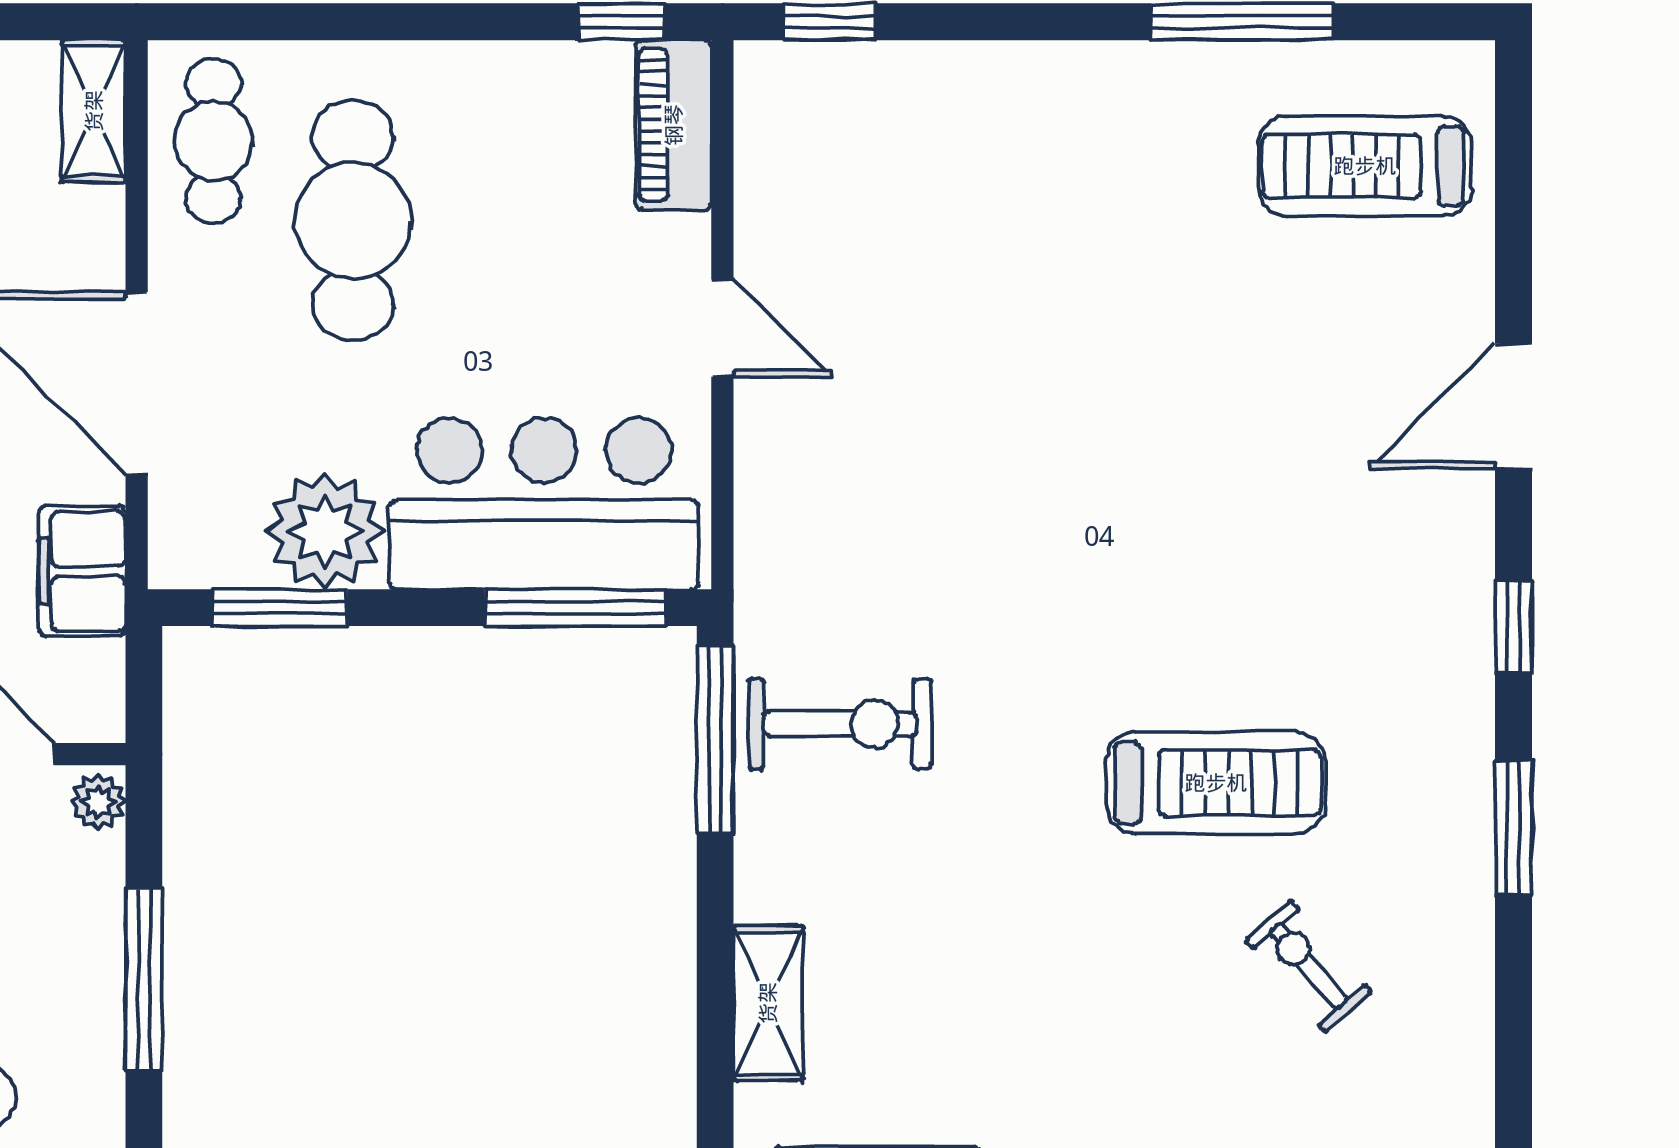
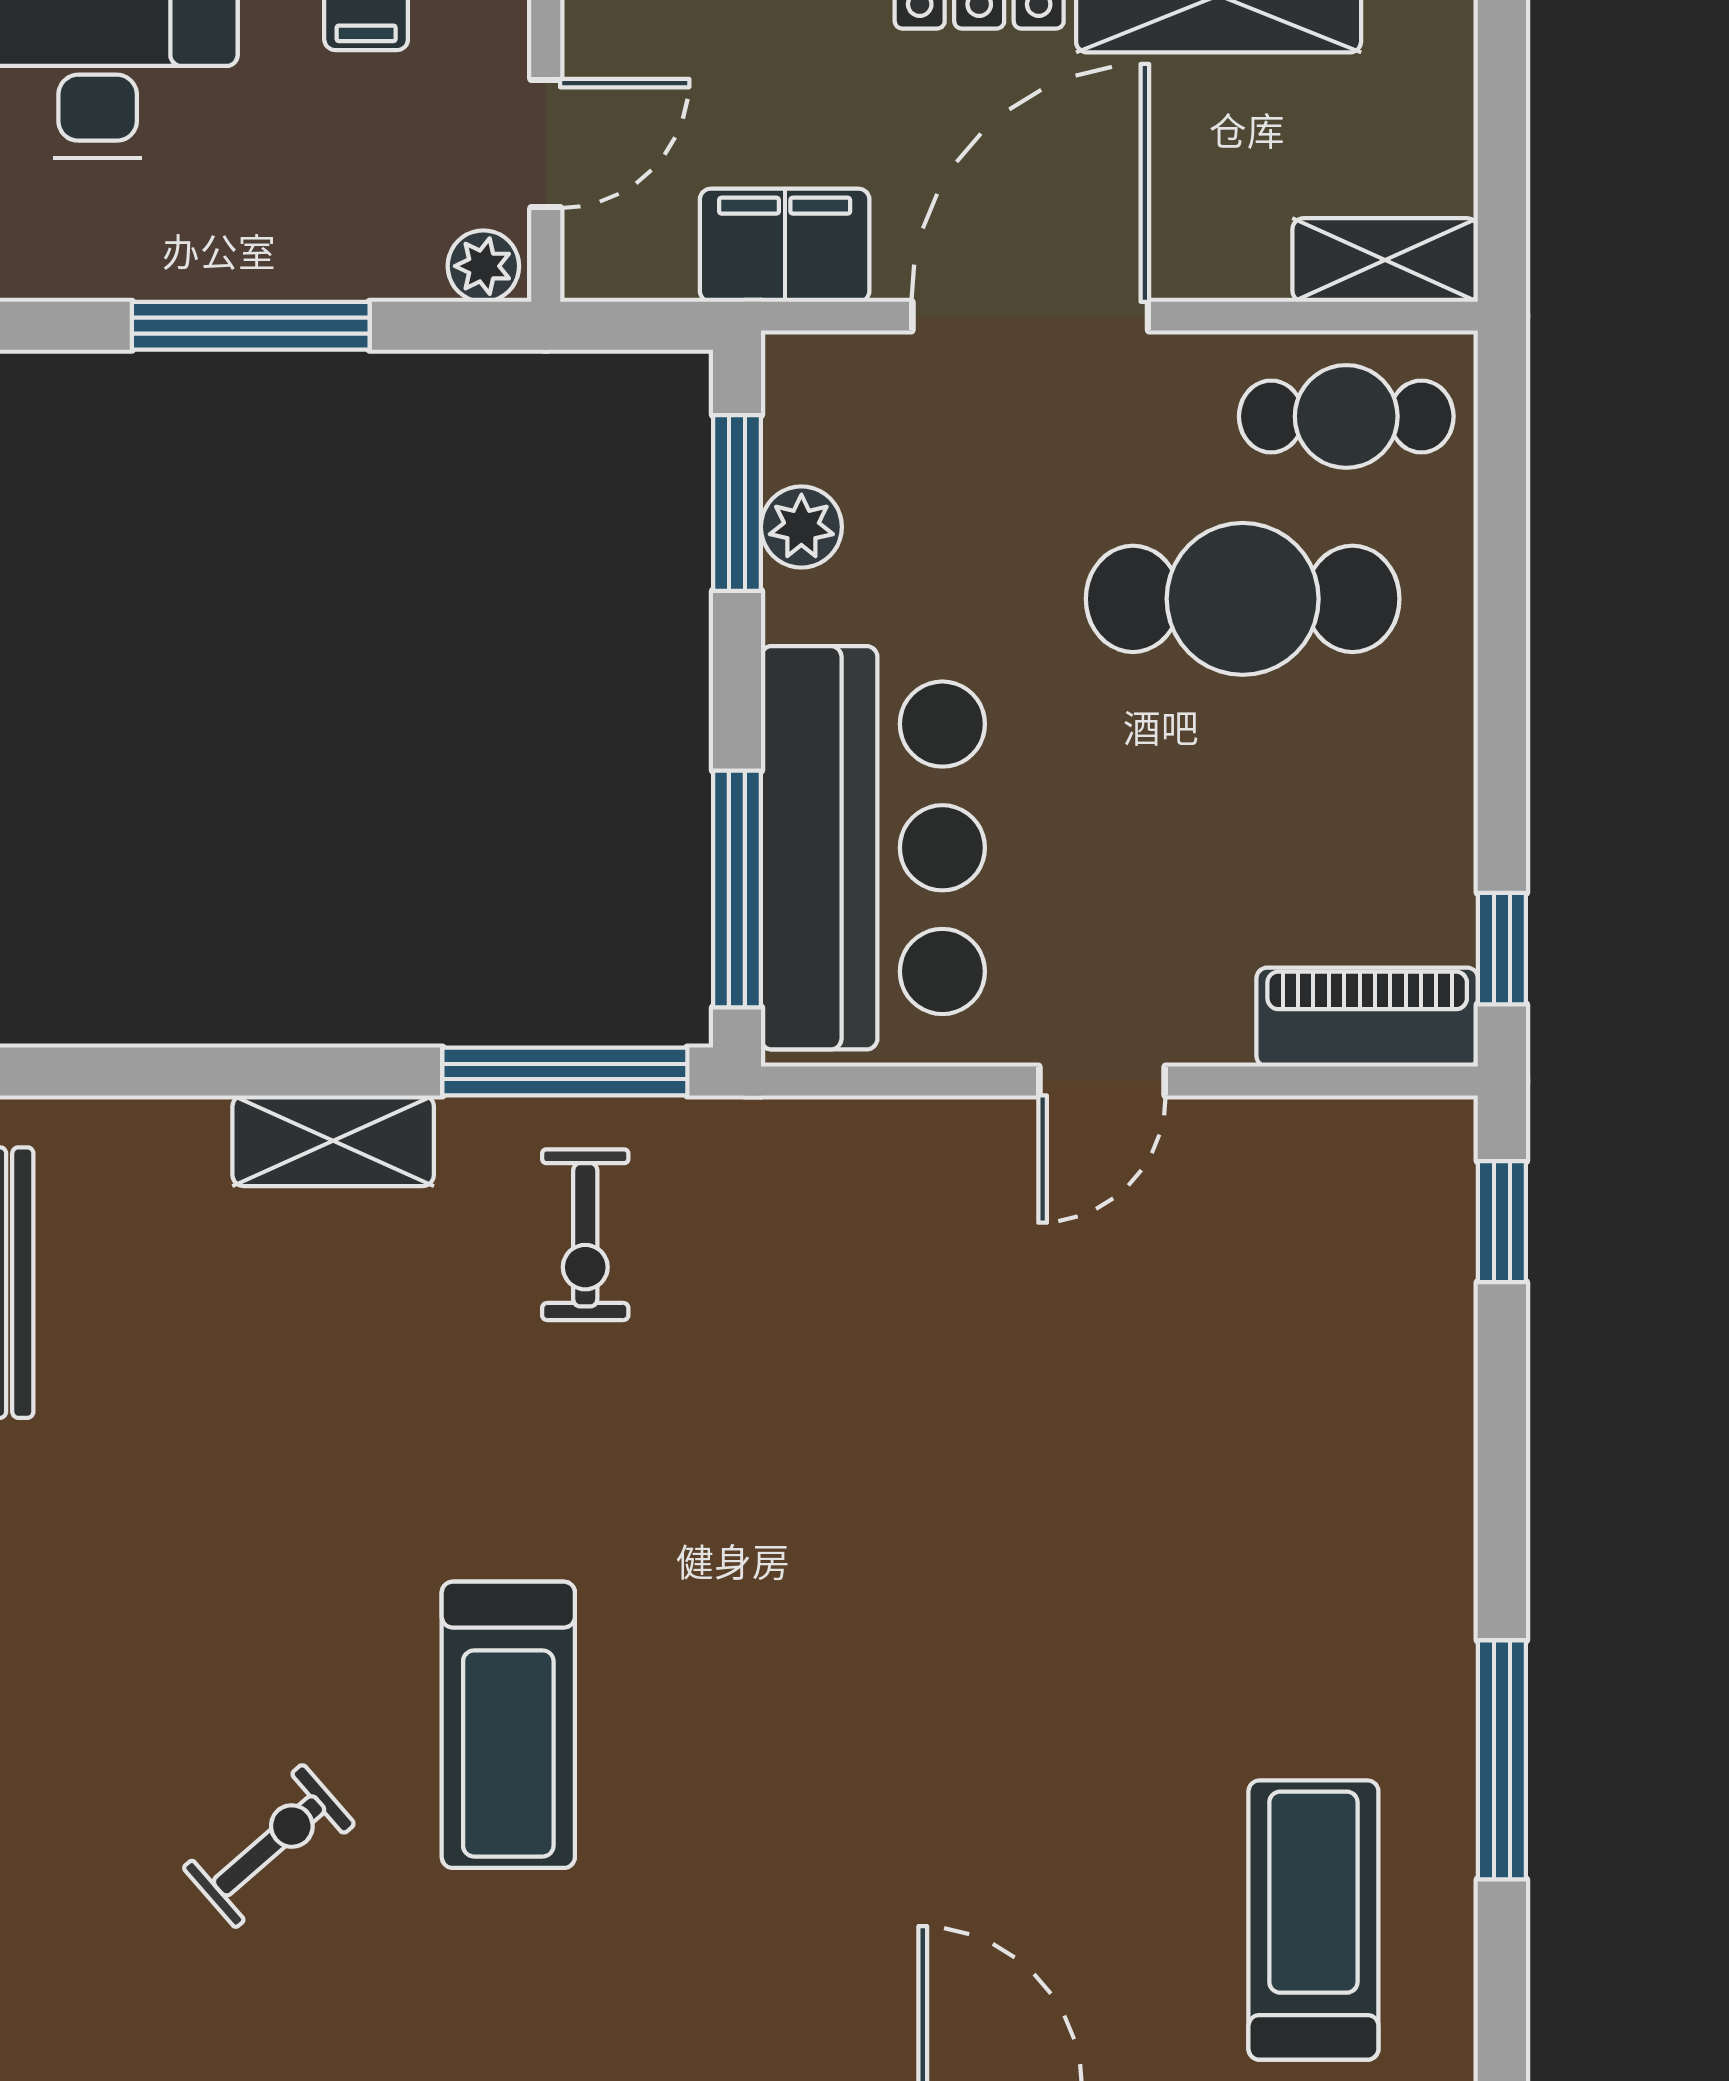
plant: (325, 531) -> (801, 527), width x0.53, depth x0.53
exercise bike: (840, 724) -> (585, 1235), width x0.73, depth x0.72
shelving: (768, 1003) -> (333, 1141), moved

